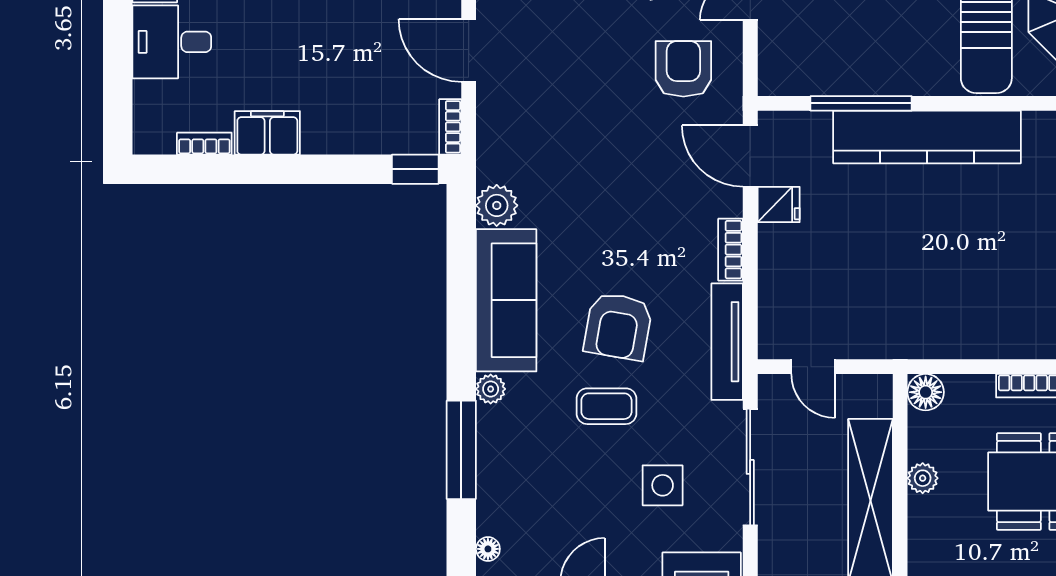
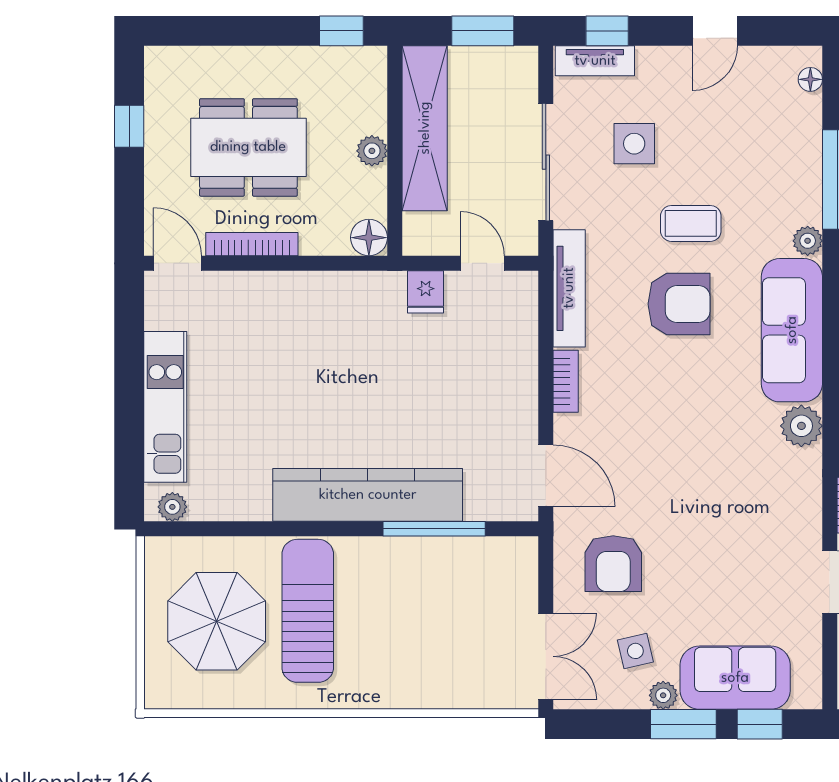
fridge: (779, 204) -> (426, 292), moved, turned -90
armchair: (618, 326) -> (679, 304), turned 80

